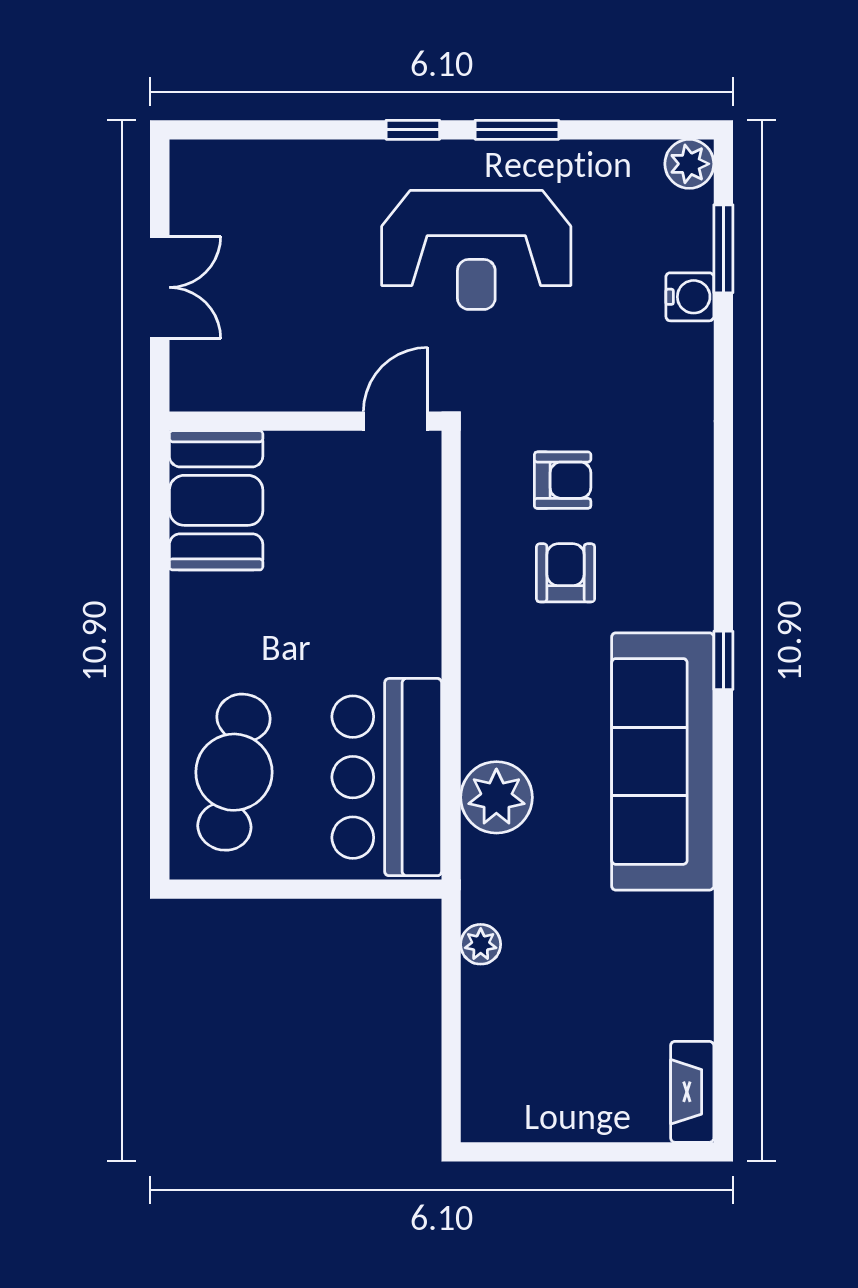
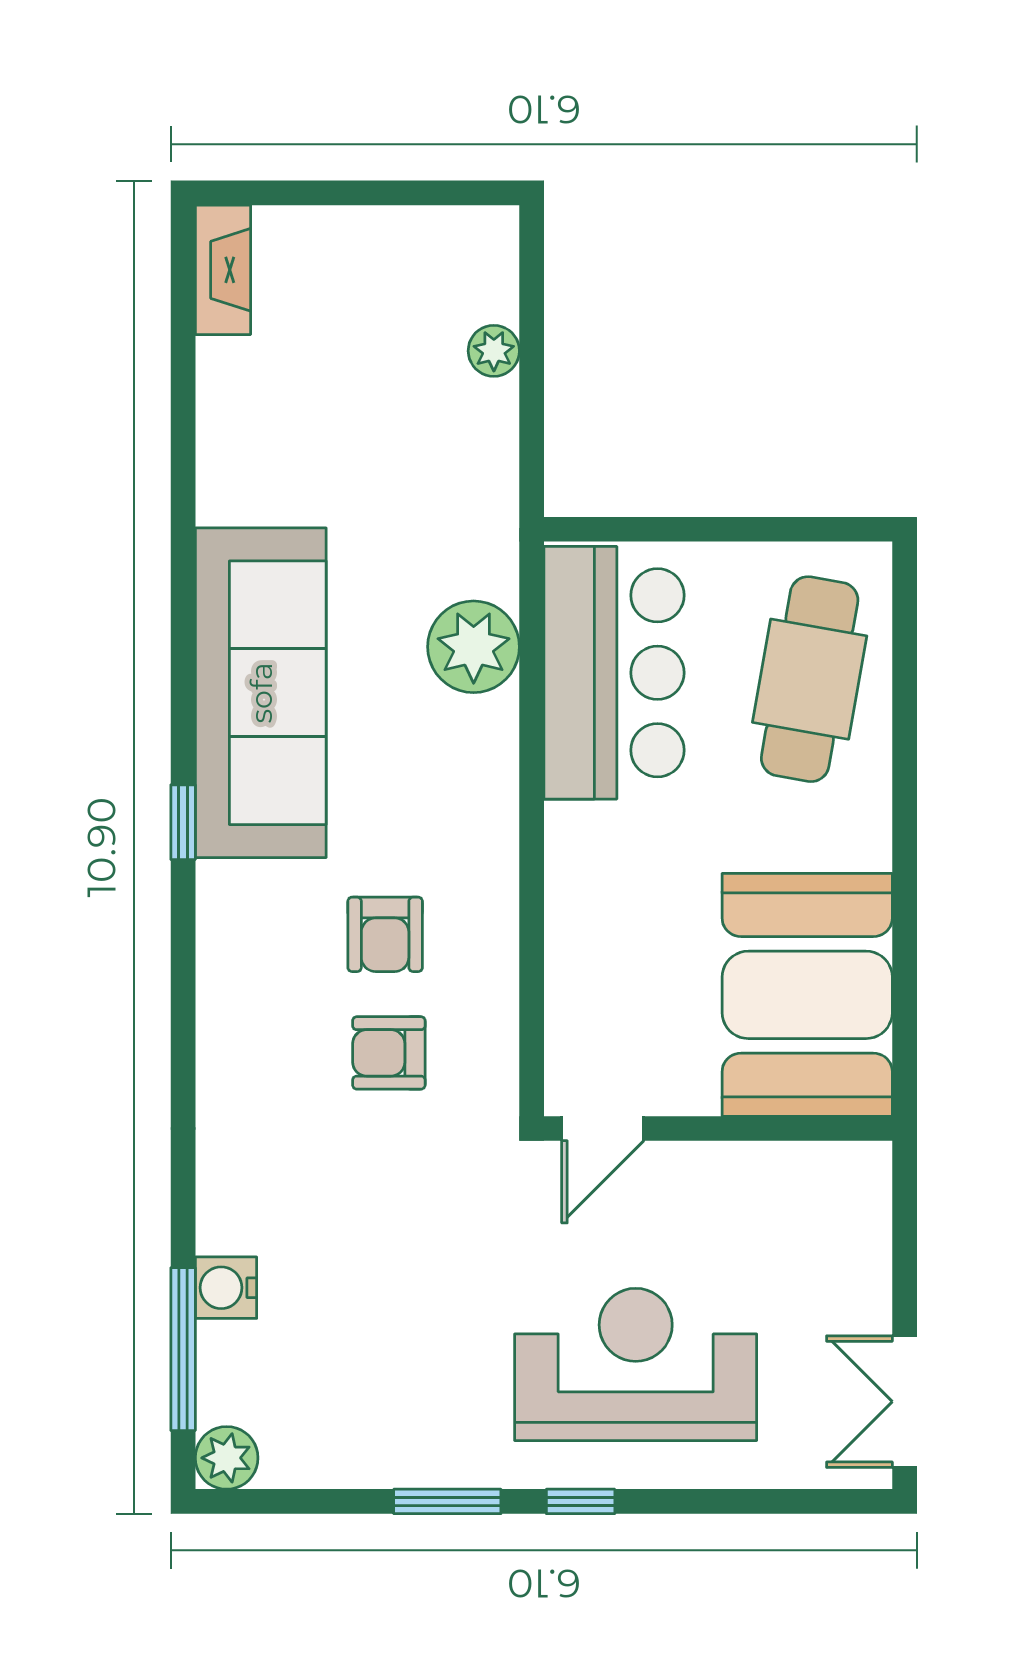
window: (723, 249) -> (183, 1349), width x1.44
reception desk: (476, 250) -> (636, 1364), moved
double door: (160, 287) -> (905, 1402), moved
booth: (216, 500) -> (807, 995), width x1.36, depth x1.42
plant: (481, 944) -> (494, 351), moved

